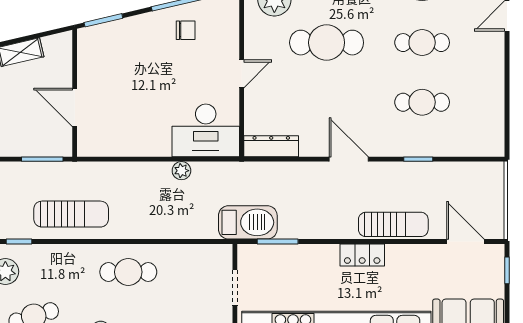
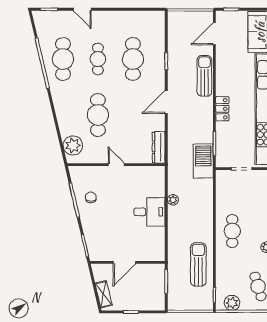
cafe table: (422, 102) -> (133, 59), width x1.37, depth x1.35
door: (75, 107) -> (124, 262), moved
desk: (206, 130) -> (149, 212), moved, width x0.73
locker: (362, 255) -> (222, 109), moved

